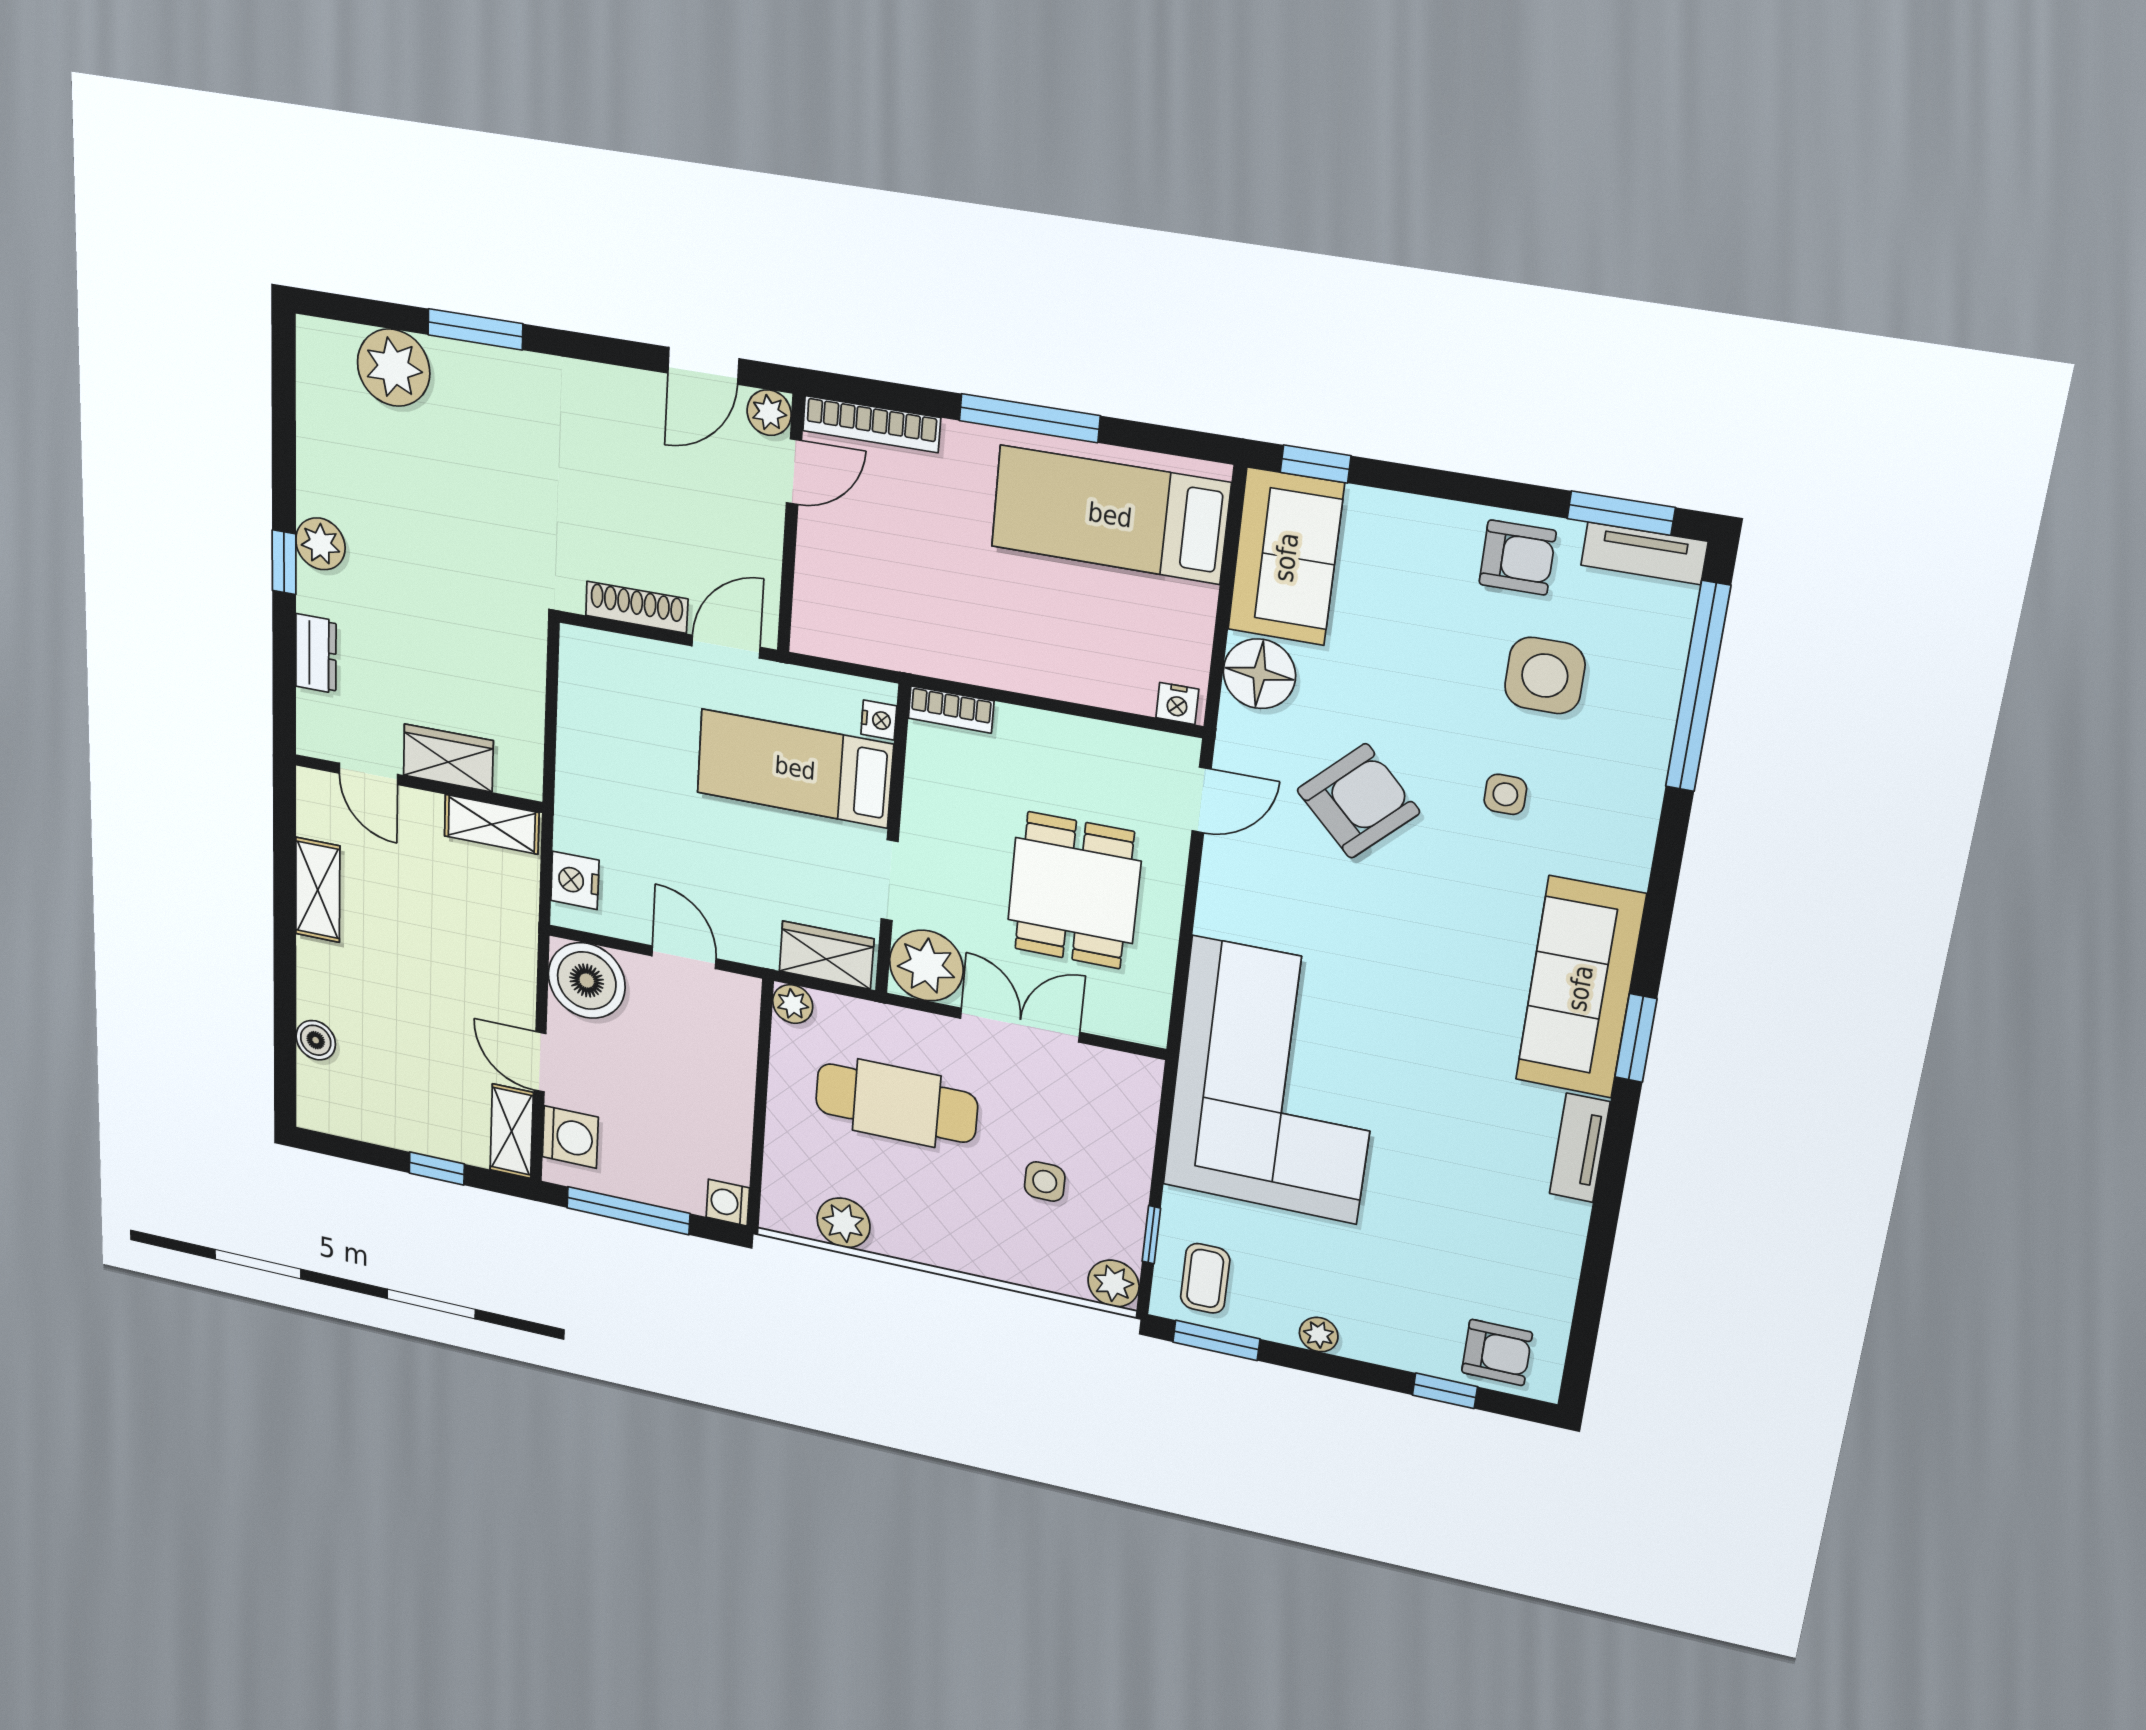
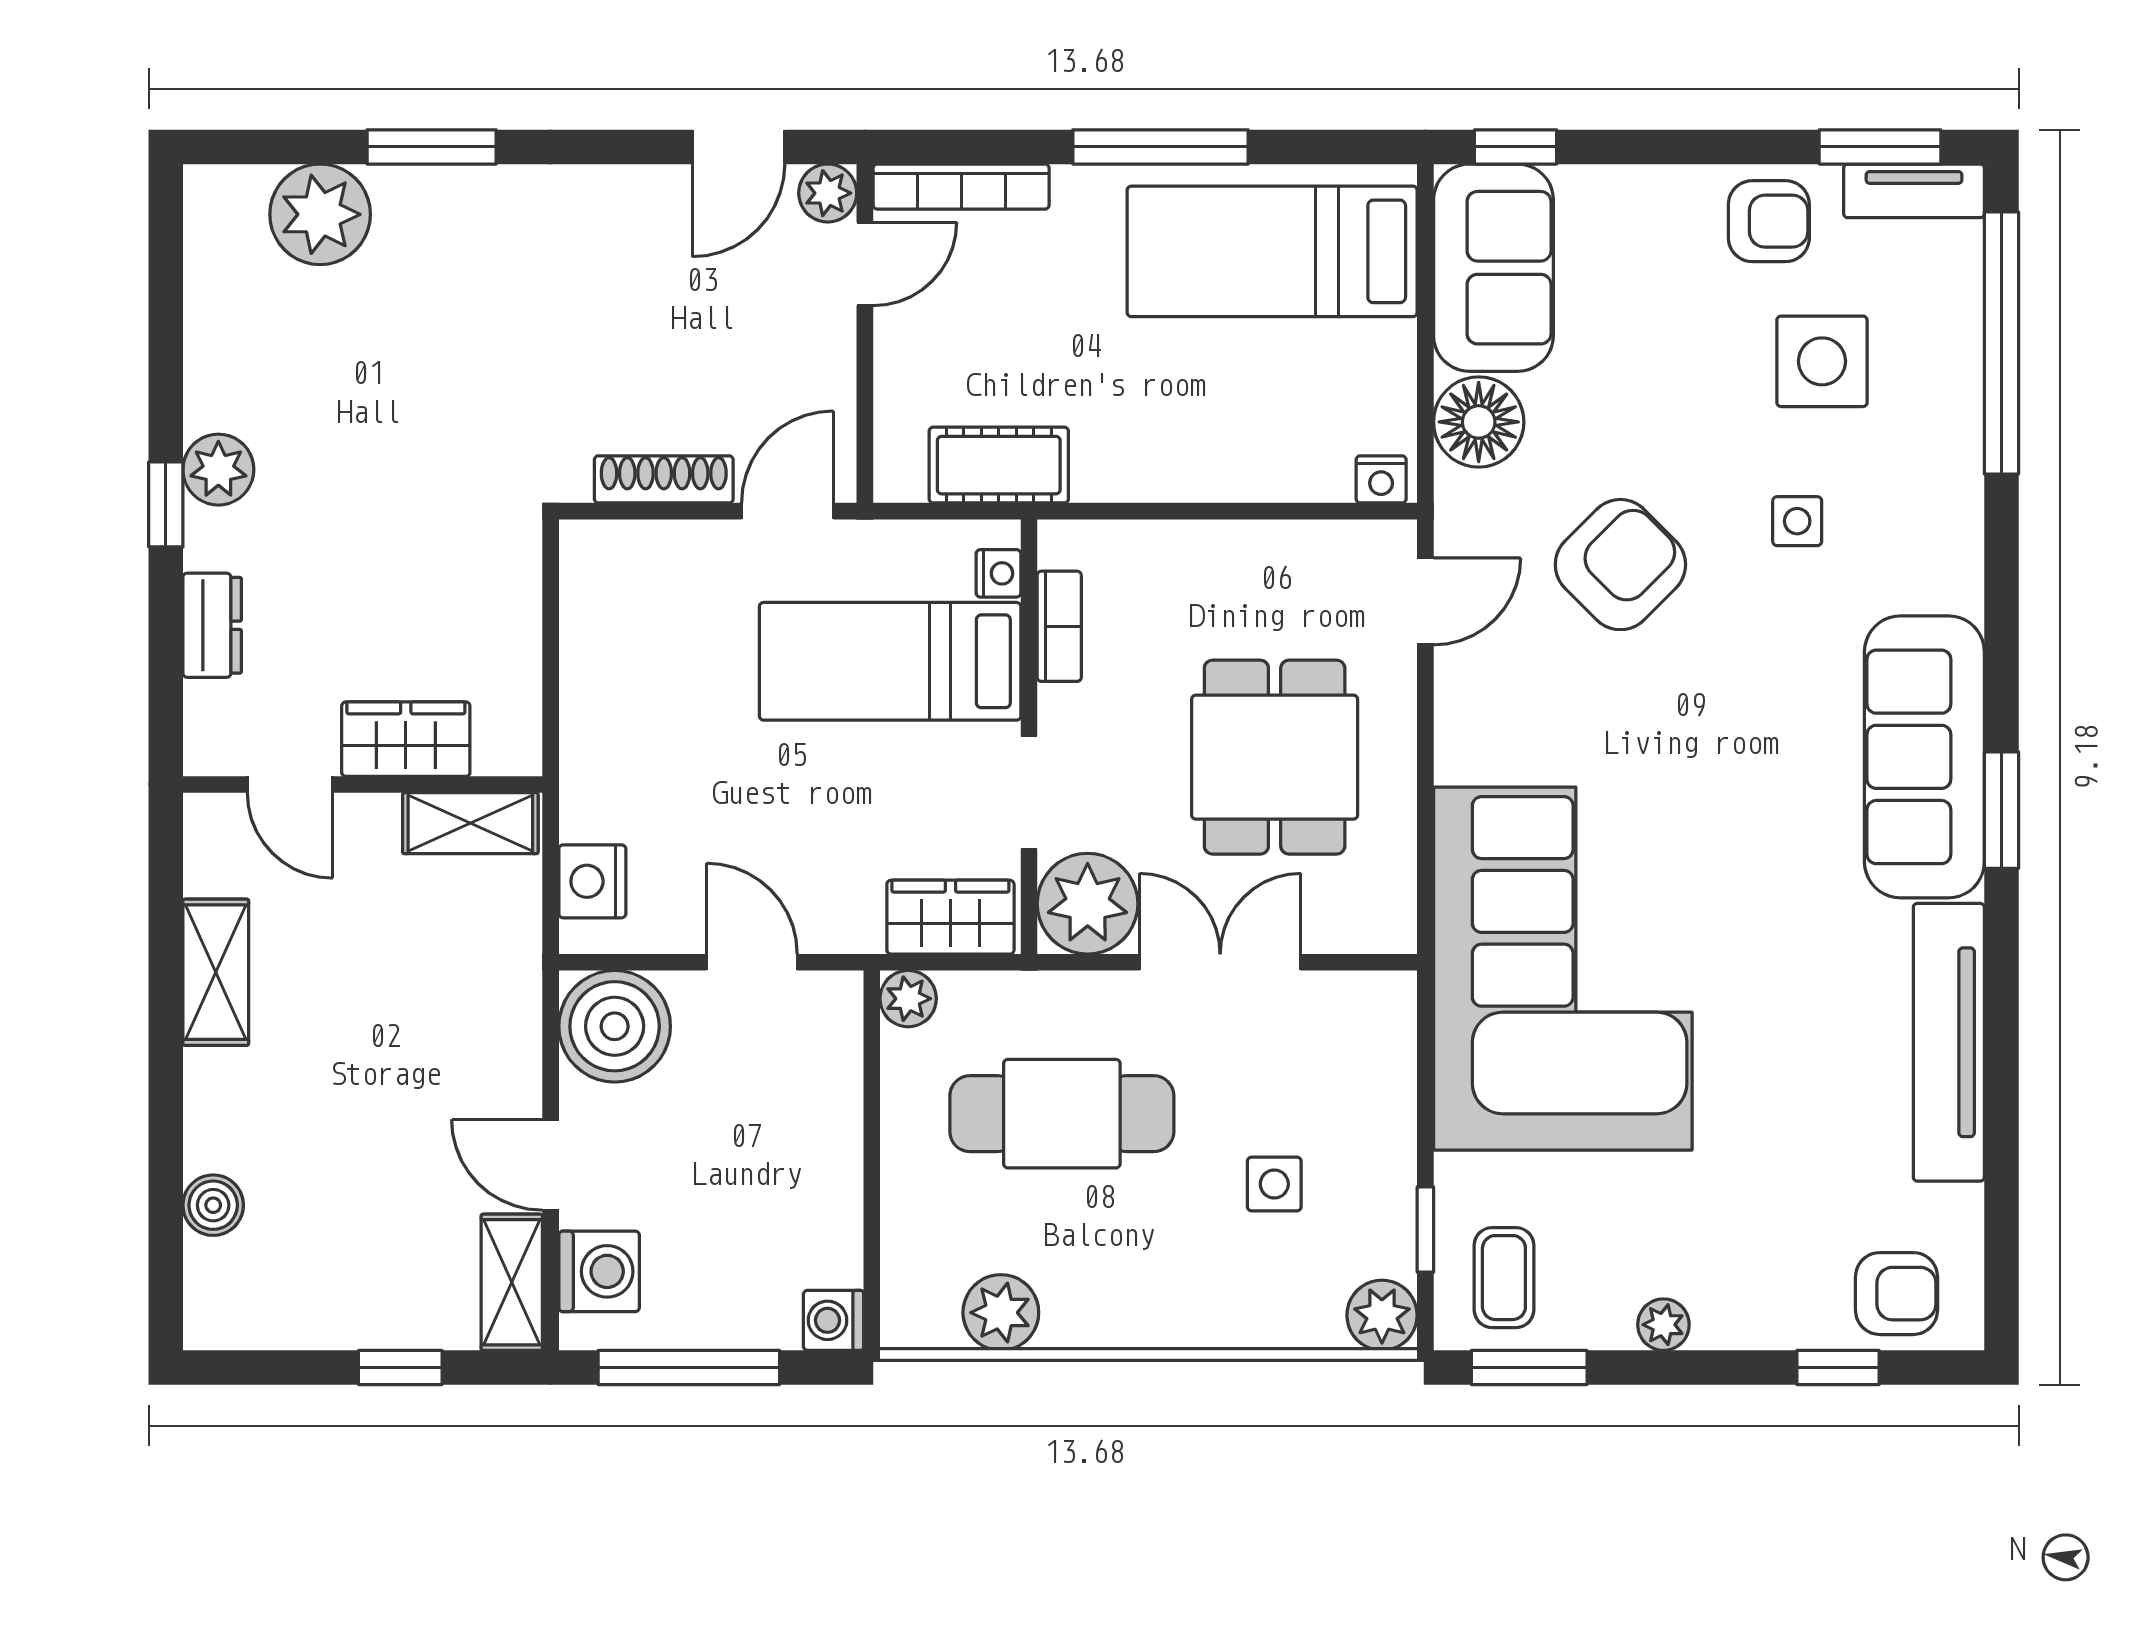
cot: (885, 641) -> (999, 465), added
bookcase: (951, 710) -> (1059, 626), moved, turned -90
tv unit: (1580, 1148) -> (1949, 1042), width x1.92, depth x1.29

